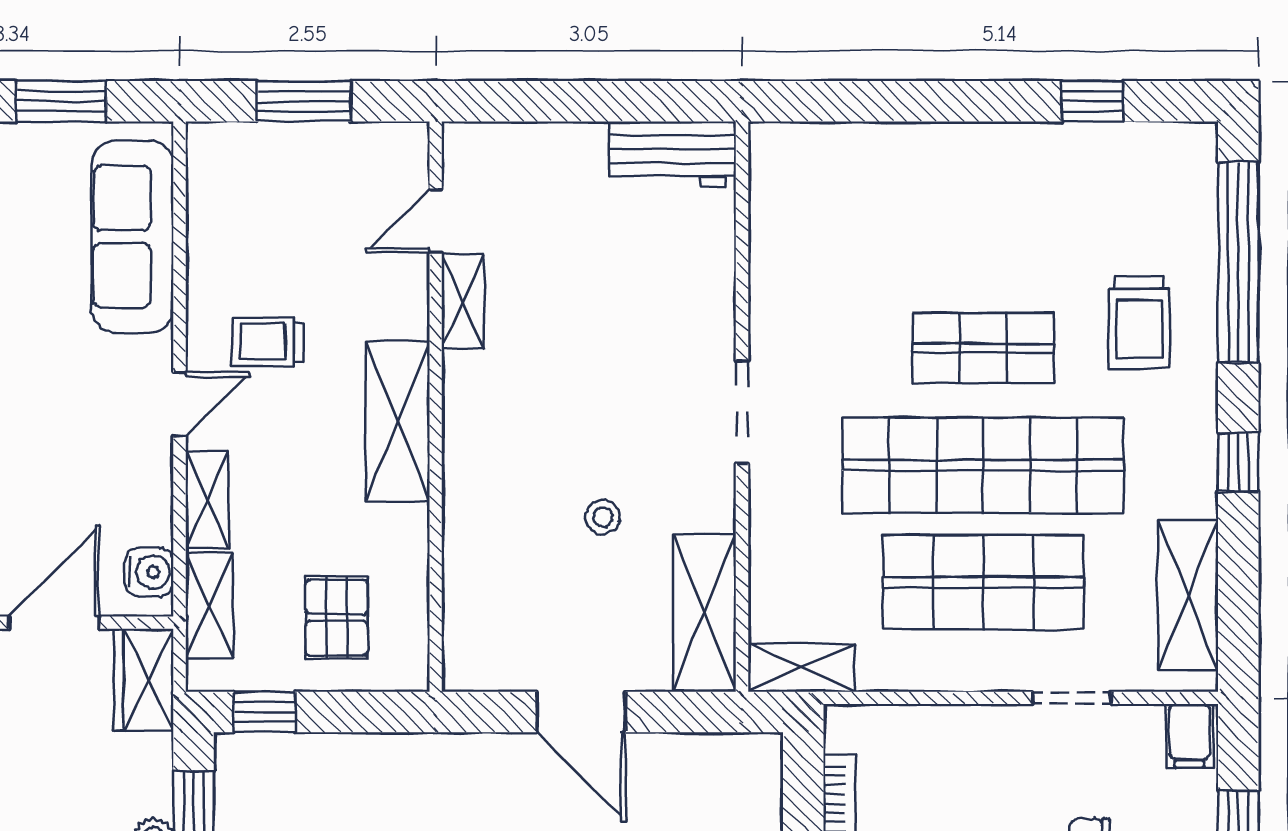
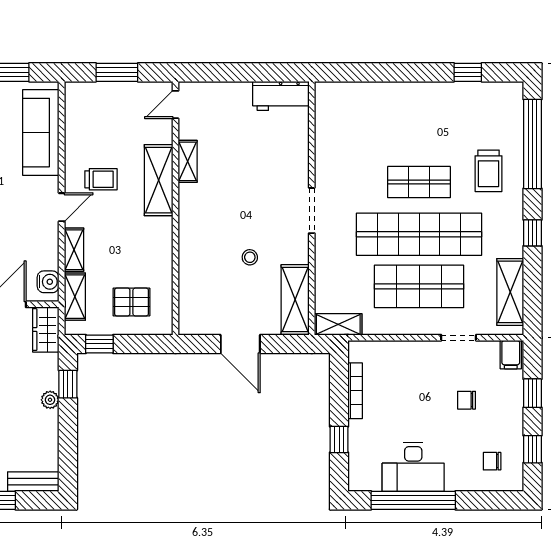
door: (436, 221) -> (176, 105), moved
trolley: (268, 342) -> (101, 179), turned 180
shelving: (398, 421) -> (159, 180), moved
pallet: (337, 618) -> (131, 302), turned 90

